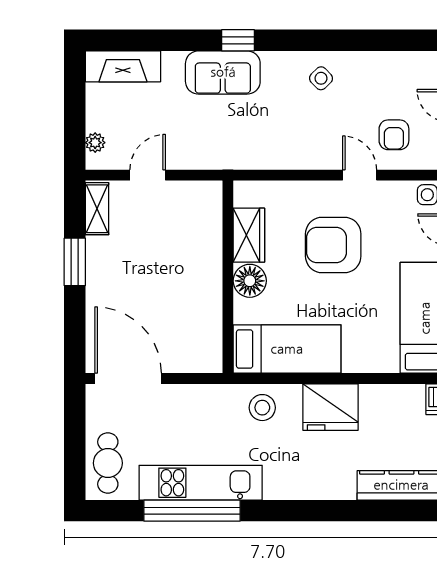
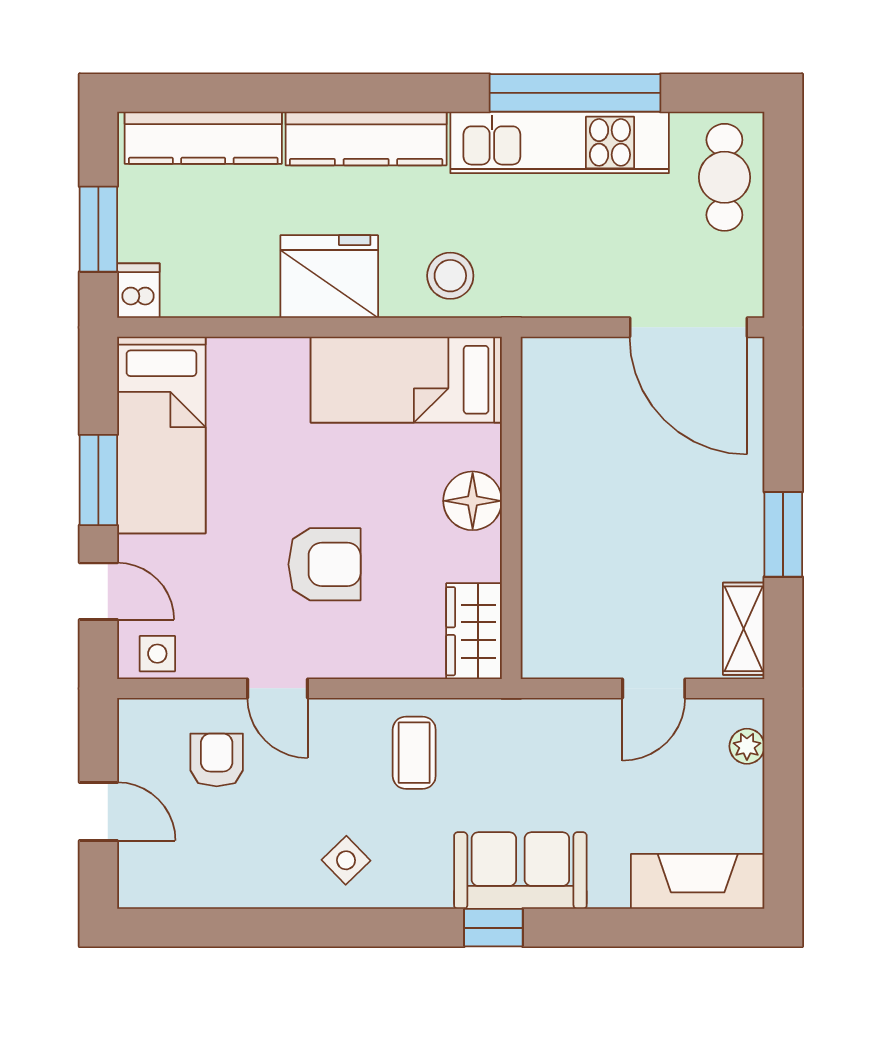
coffee table: (283, 139) -> (414, 753), added
wardrobe: (249, 235) -> (474, 631), moved
armchair: (333, 245) -> (324, 564), width x0.73, depth x0.73
kitchen counter: (310, 485) -> (366, 138), added

